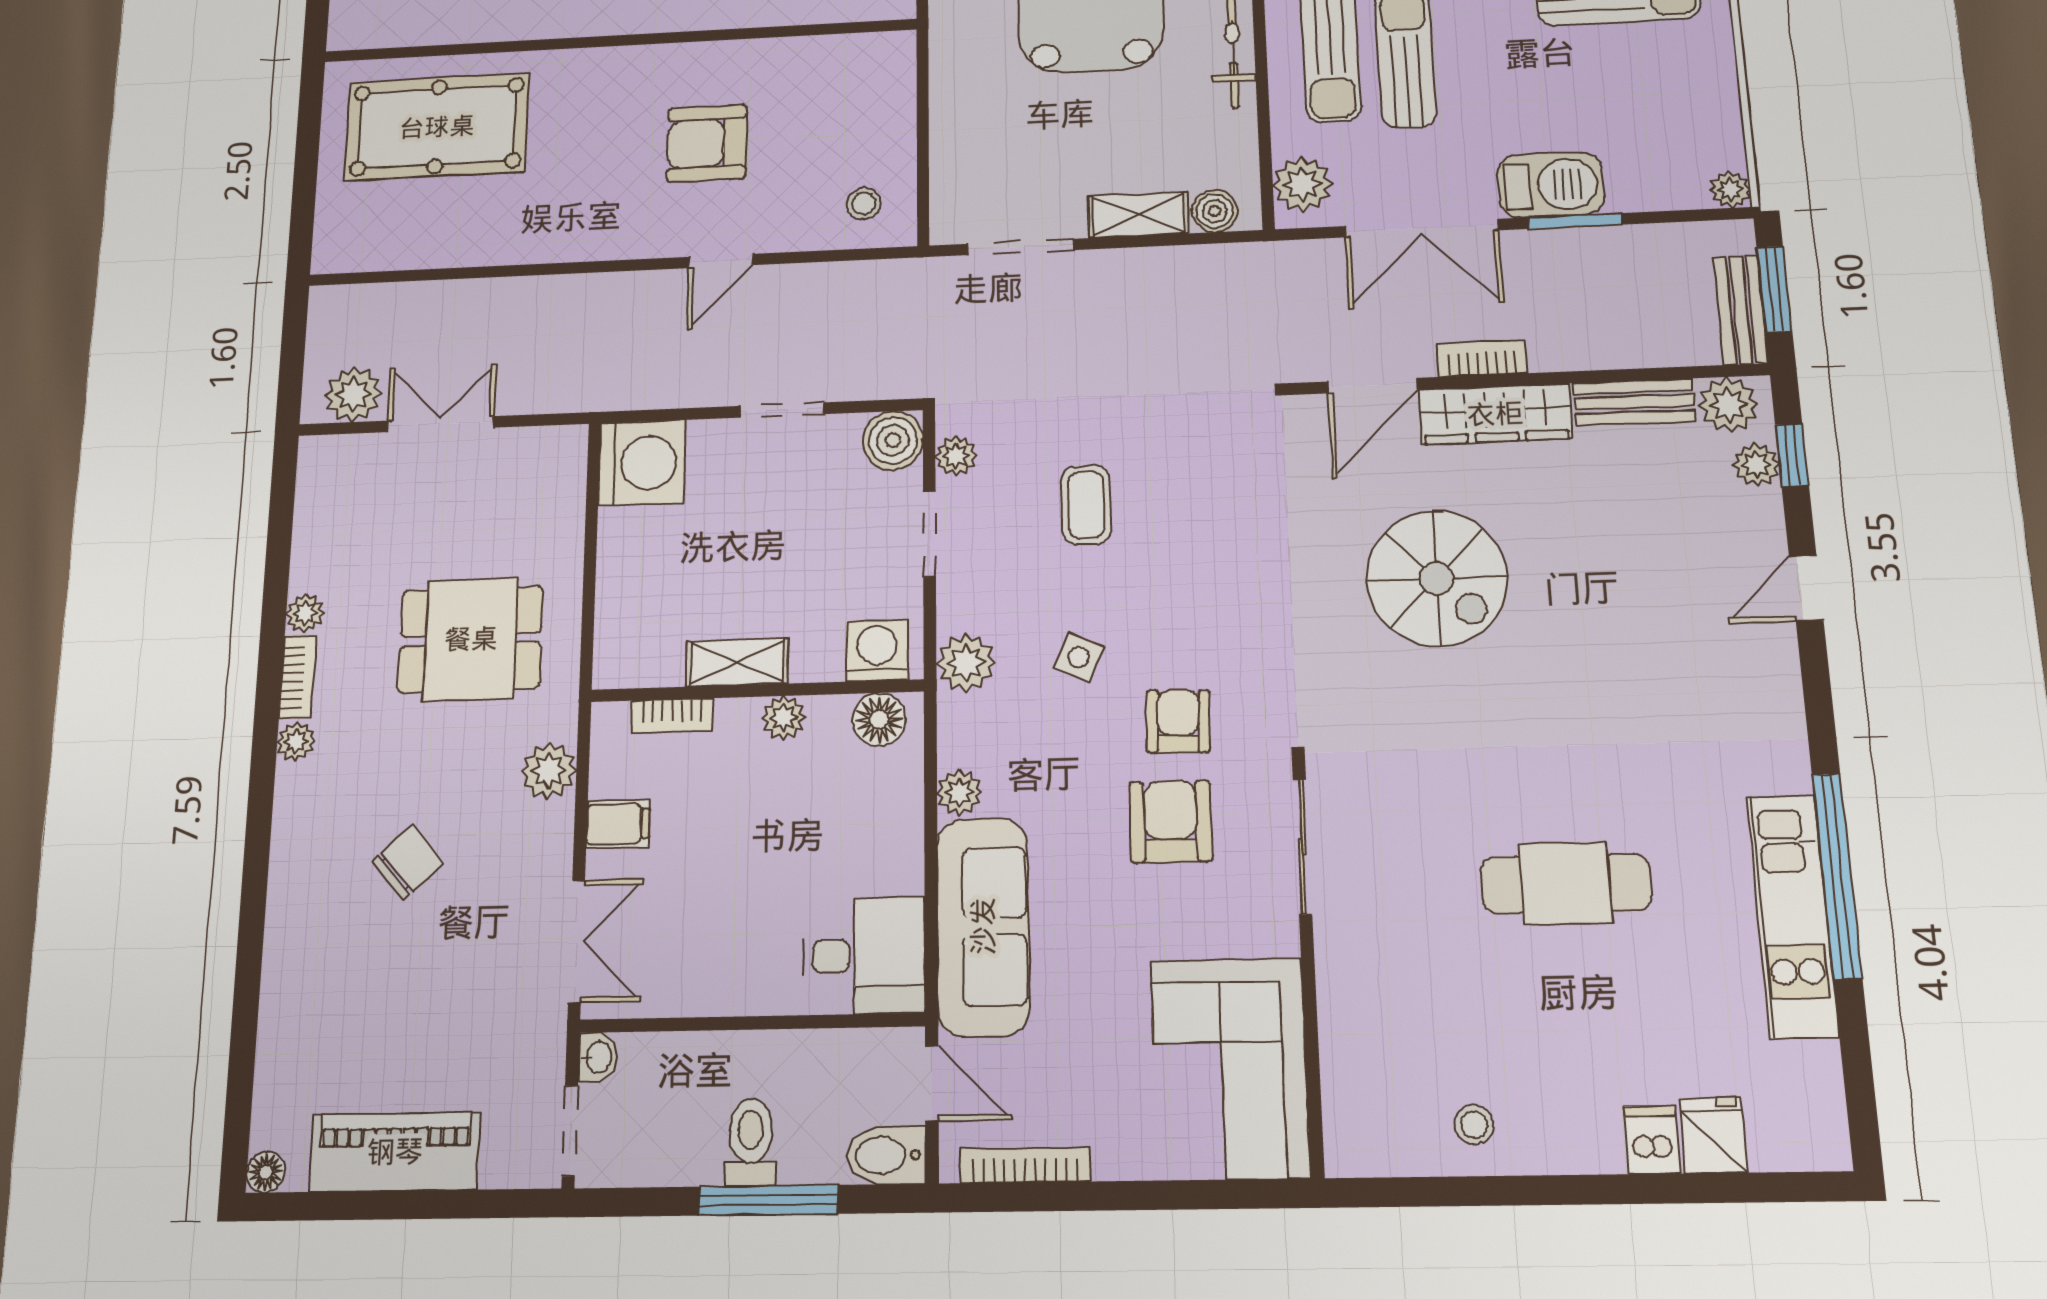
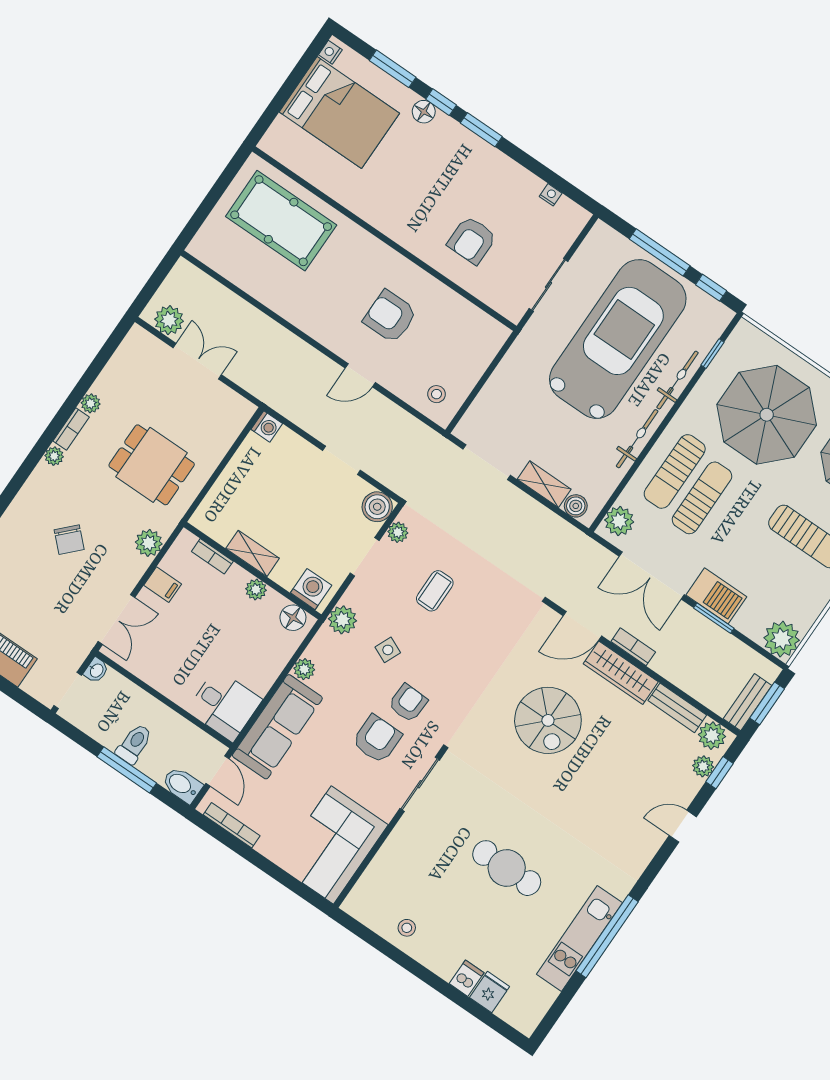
plant: (1730, 189) -> (782, 639), width x1.88, depth x1.88
washing machine: (642, 463) -> (267, 426), width x0.53, depth x0.53
chair: (408, 863) -> (69, 540), turned 85

